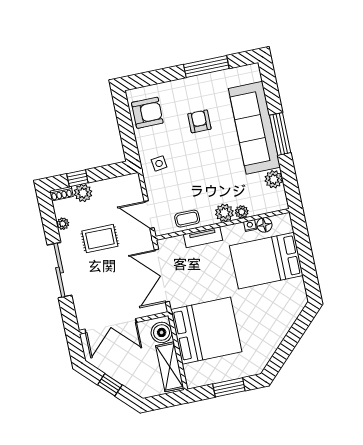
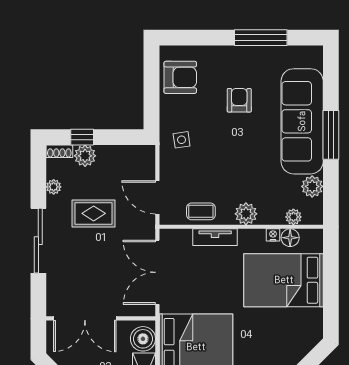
plant: (242, 212) -> (293, 217), moved

